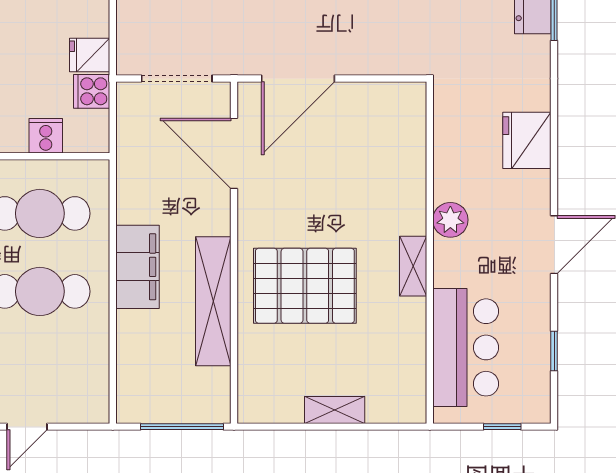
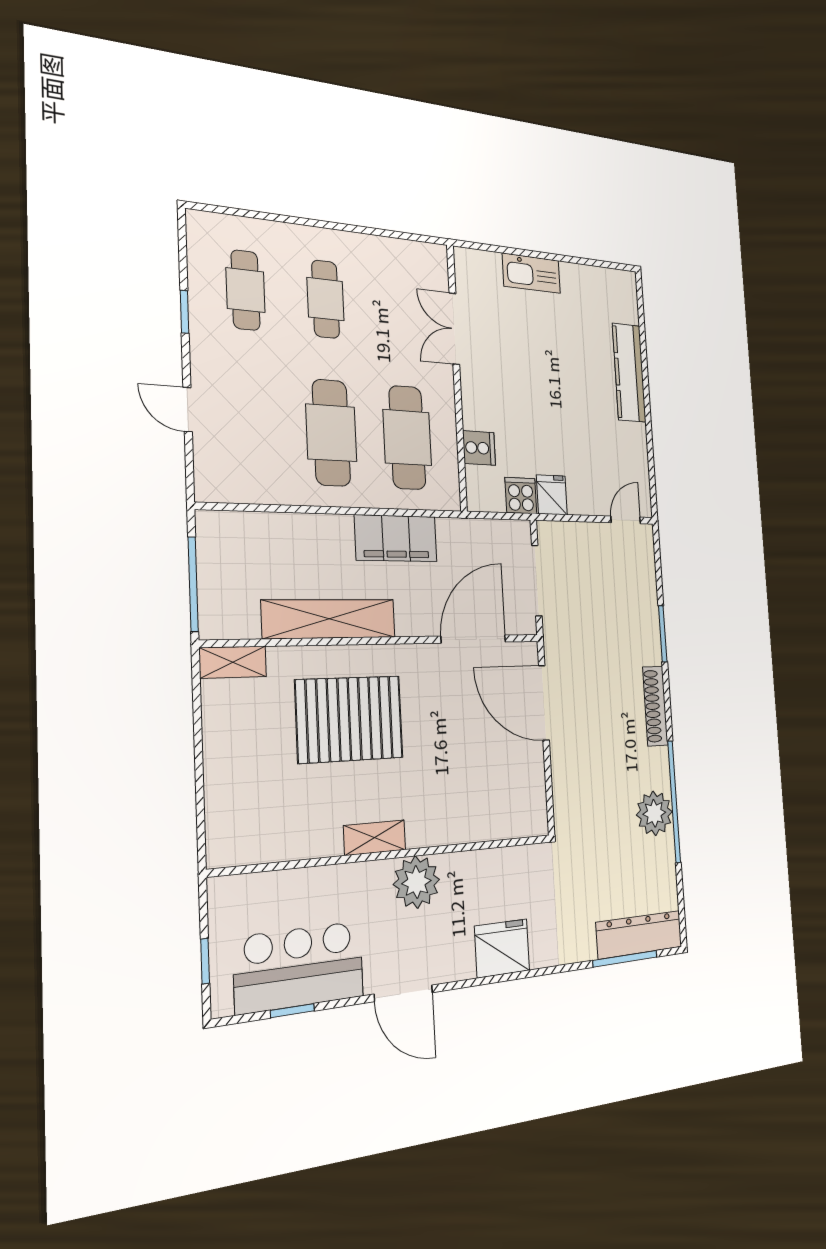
plant: (450, 220) -> (416, 882), width x1.36, depth x1.36
filing cabinet: (137, 267) -> (396, 538), moved
pallet: (305, 286) -> (349, 719), turned 90
bar counter: (466, 347) -> (299, 967), moved, turned 180
shelving: (335, 410) -> (233, 662), moved, turned 90

